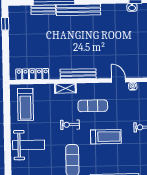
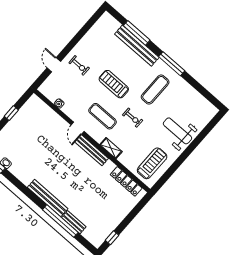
door: (119, 80) -> (78, 128), moved

